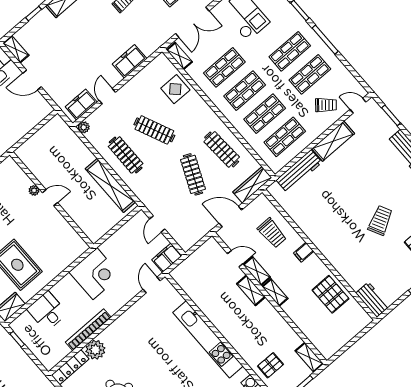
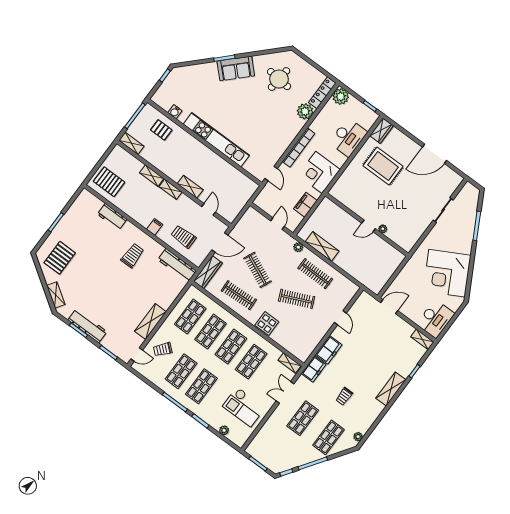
double door: (192, 22) -> (285, 392), width x0.73
door: (32, 80) -> (389, 307), moved
display table: (175, 89) -> (267, 323), moved
freezer: (81, 104) -> (314, 369), moved
plant: (84, 127) -> (298, 247), moved
workbench: (299, 171) -> (177, 265), moved, turned -90
shelving: (110, 185) -> (322, 246), width x0.68
trolley: (380, 220) -> (132, 256), moved, turned -153
filing cabinet: (167, 258) -> (305, 205), moved, turned 180
door: (235, 259) -> (209, 209), swing flipped
shelving: (257, 271) -> (152, 176), moved
pallet: (331, 294) -> (109, 182), moved
workbench: (373, 300) -> (112, 217), moved
desk: (47, 311) -> (348, 137), width x1.37
bookcase: (88, 330) -> (299, 148), moved
plant: (49, 358) -> (341, 96), added
pallet: (270, 365) -> (161, 130), turned 90

